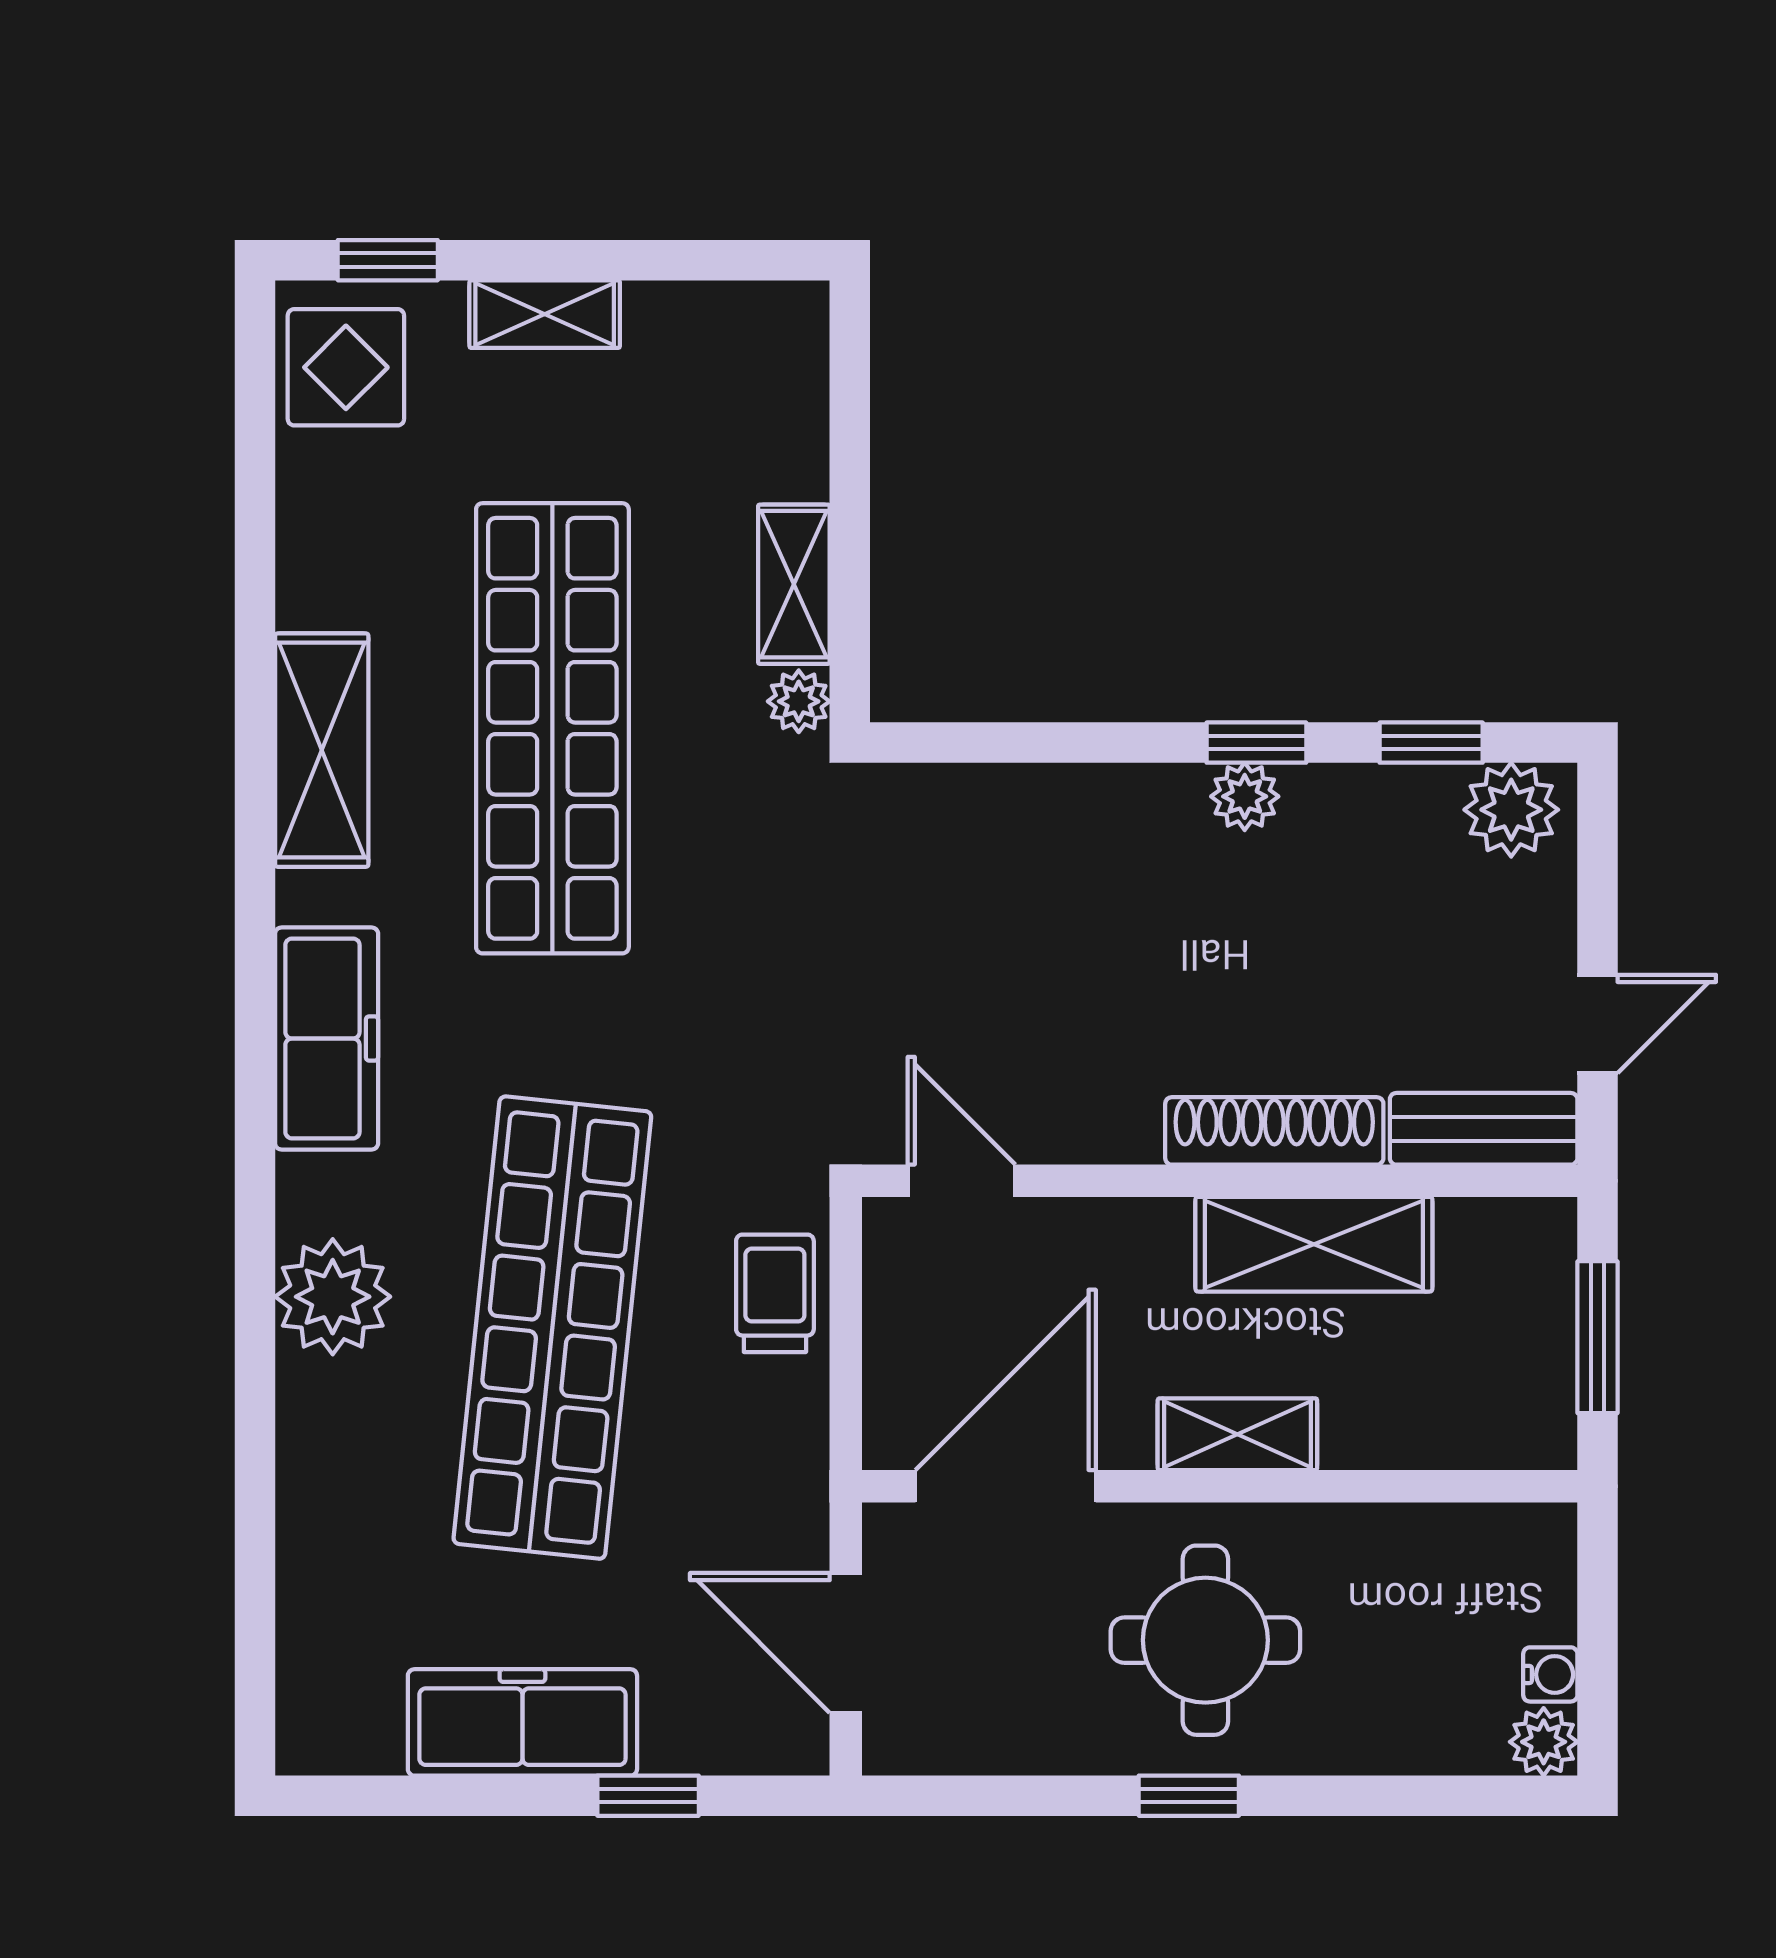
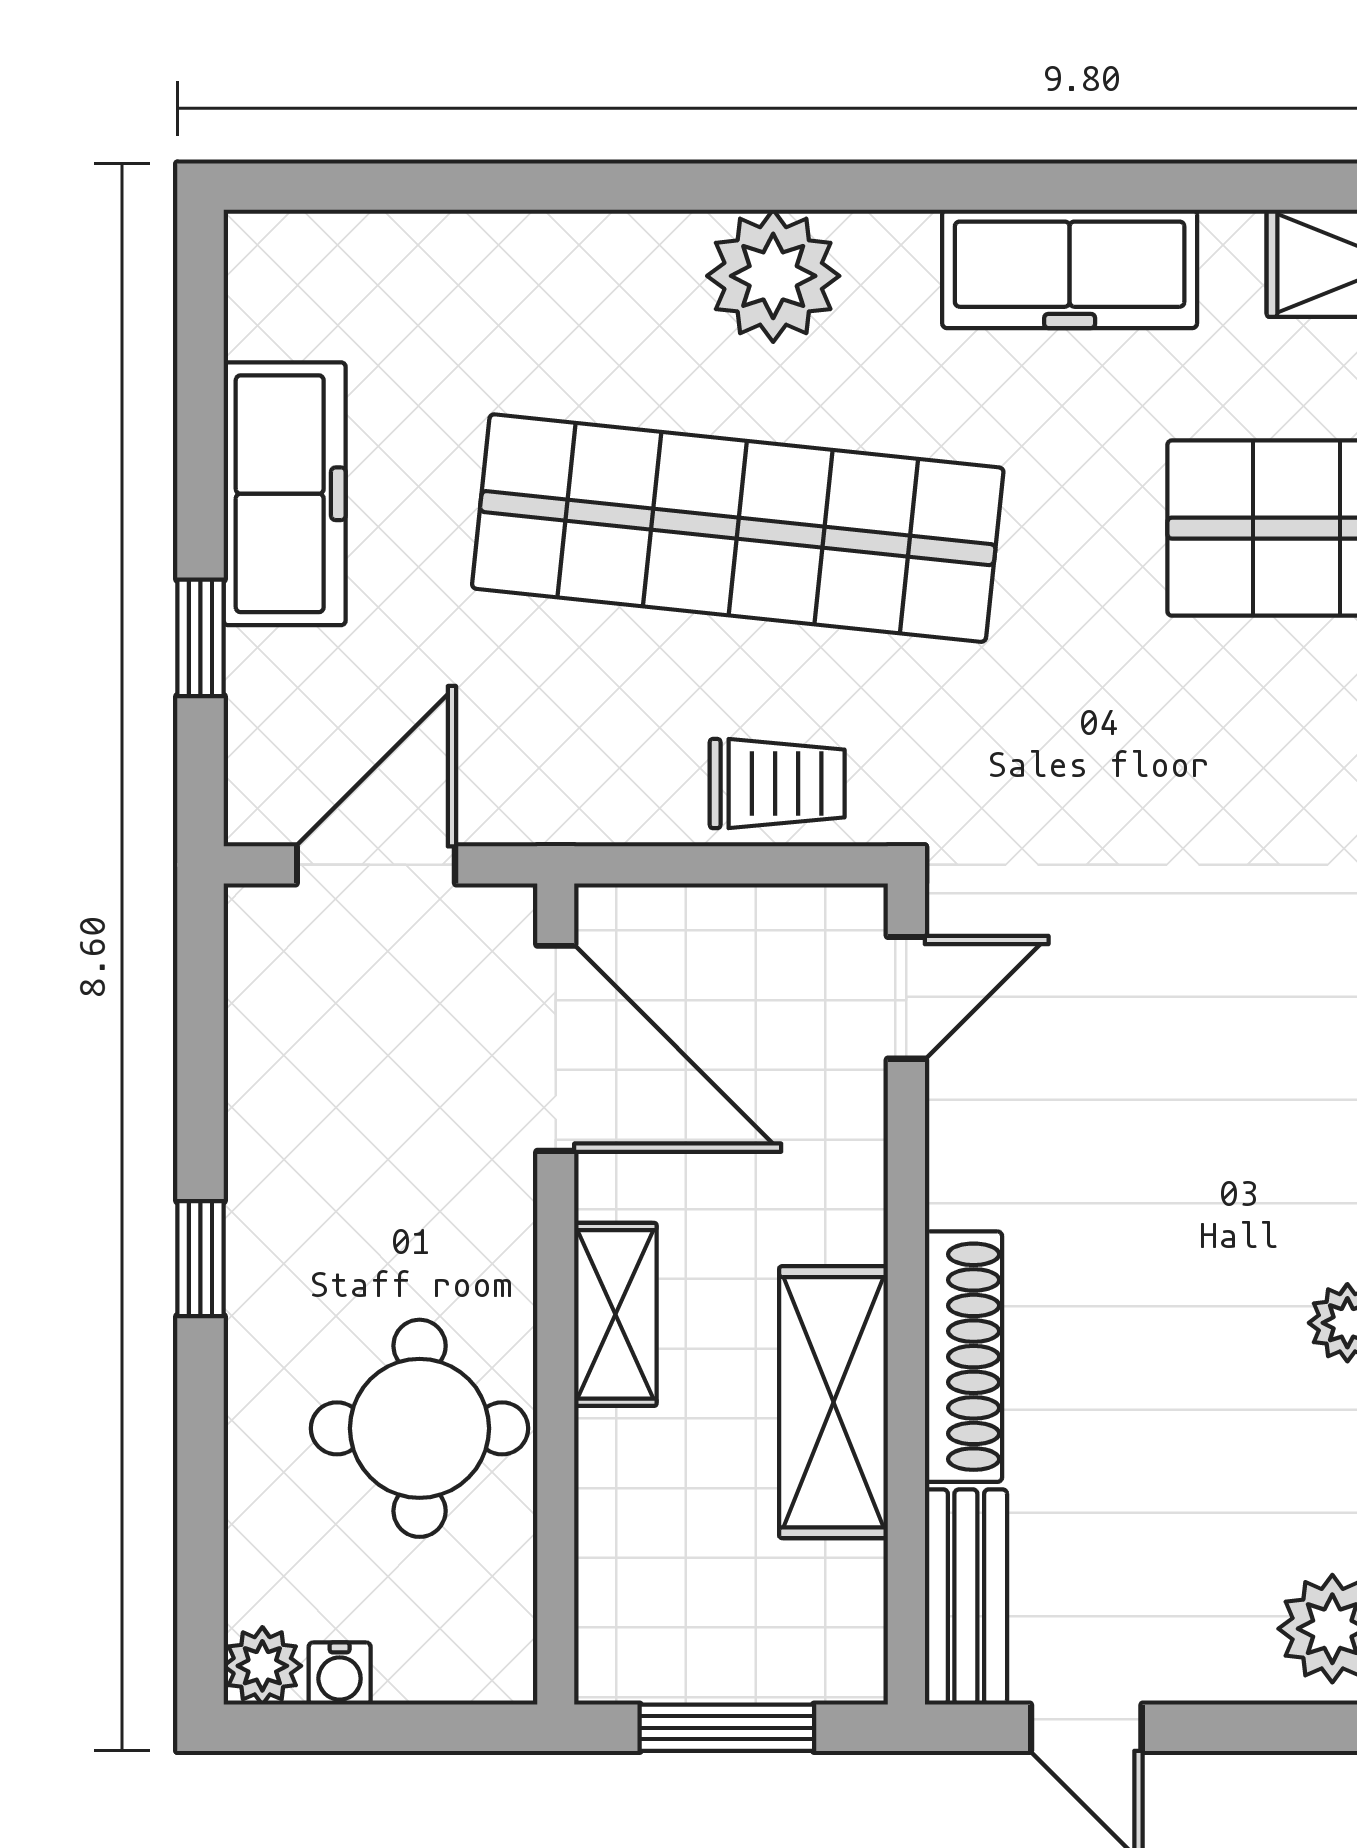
round table: (1205, 1640) -> (420, 1428), moved

